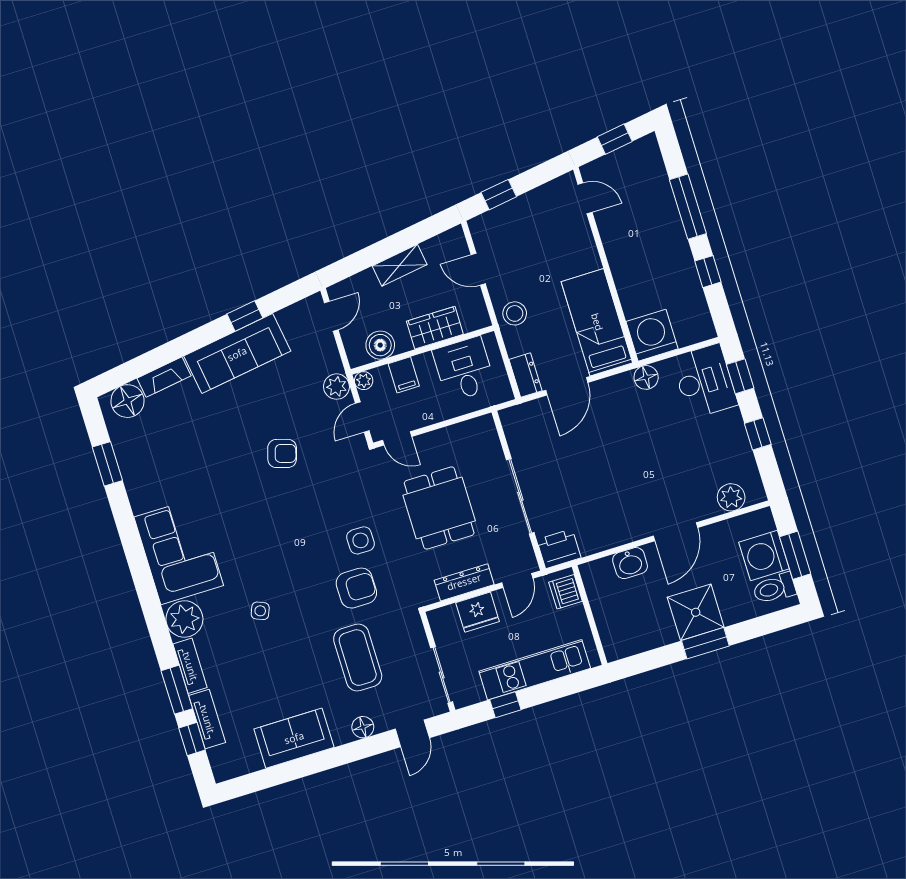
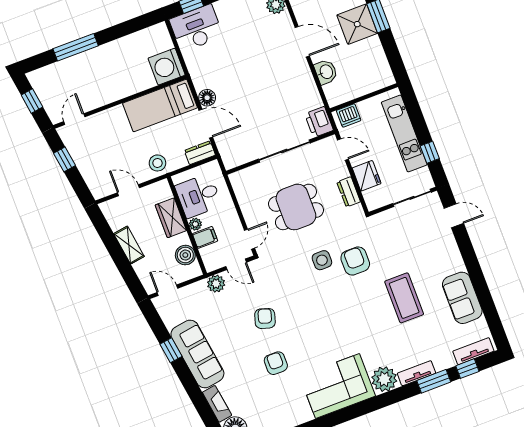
window: (499, 195) -> (64, 159), moved
door: (478, 269) -> (128, 190), swing flipped
window: (708, 272) -> (120, 31), removed
floor lamp: (646, 377) -> (207, 98), moved
plant: (364, 381) -> (195, 224), moved
armchair: (217, 465) -> (276, 363), added
dresser: (464, 582) -> (349, 192), width x0.70
side table: (260, 611) -> (375, 327), removed
coffee table: (358, 658) -> (404, 298), moved, turned 90
tv unit: (207, 719) -> (473, 351), moved
floor lamp: (363, 727) -> (452, 250), removed

